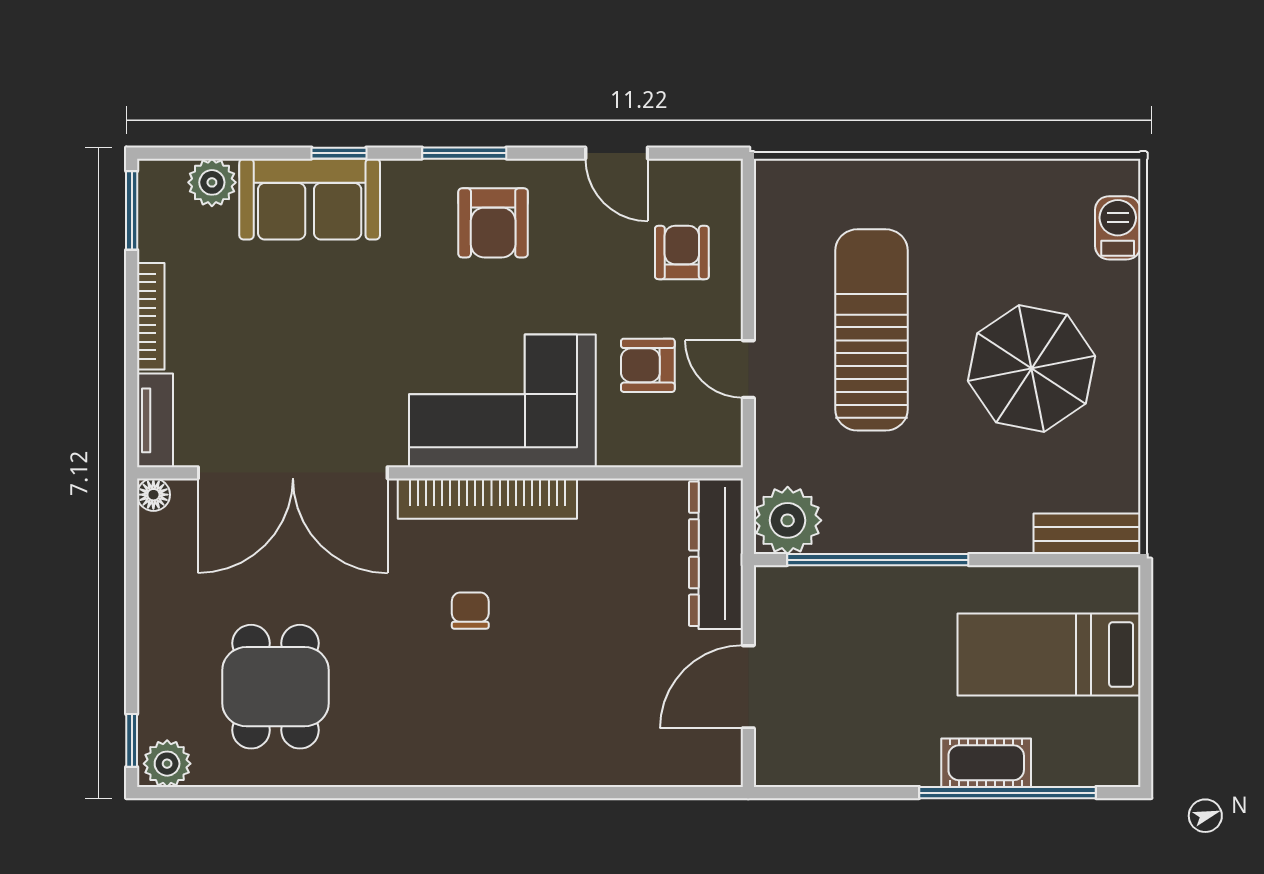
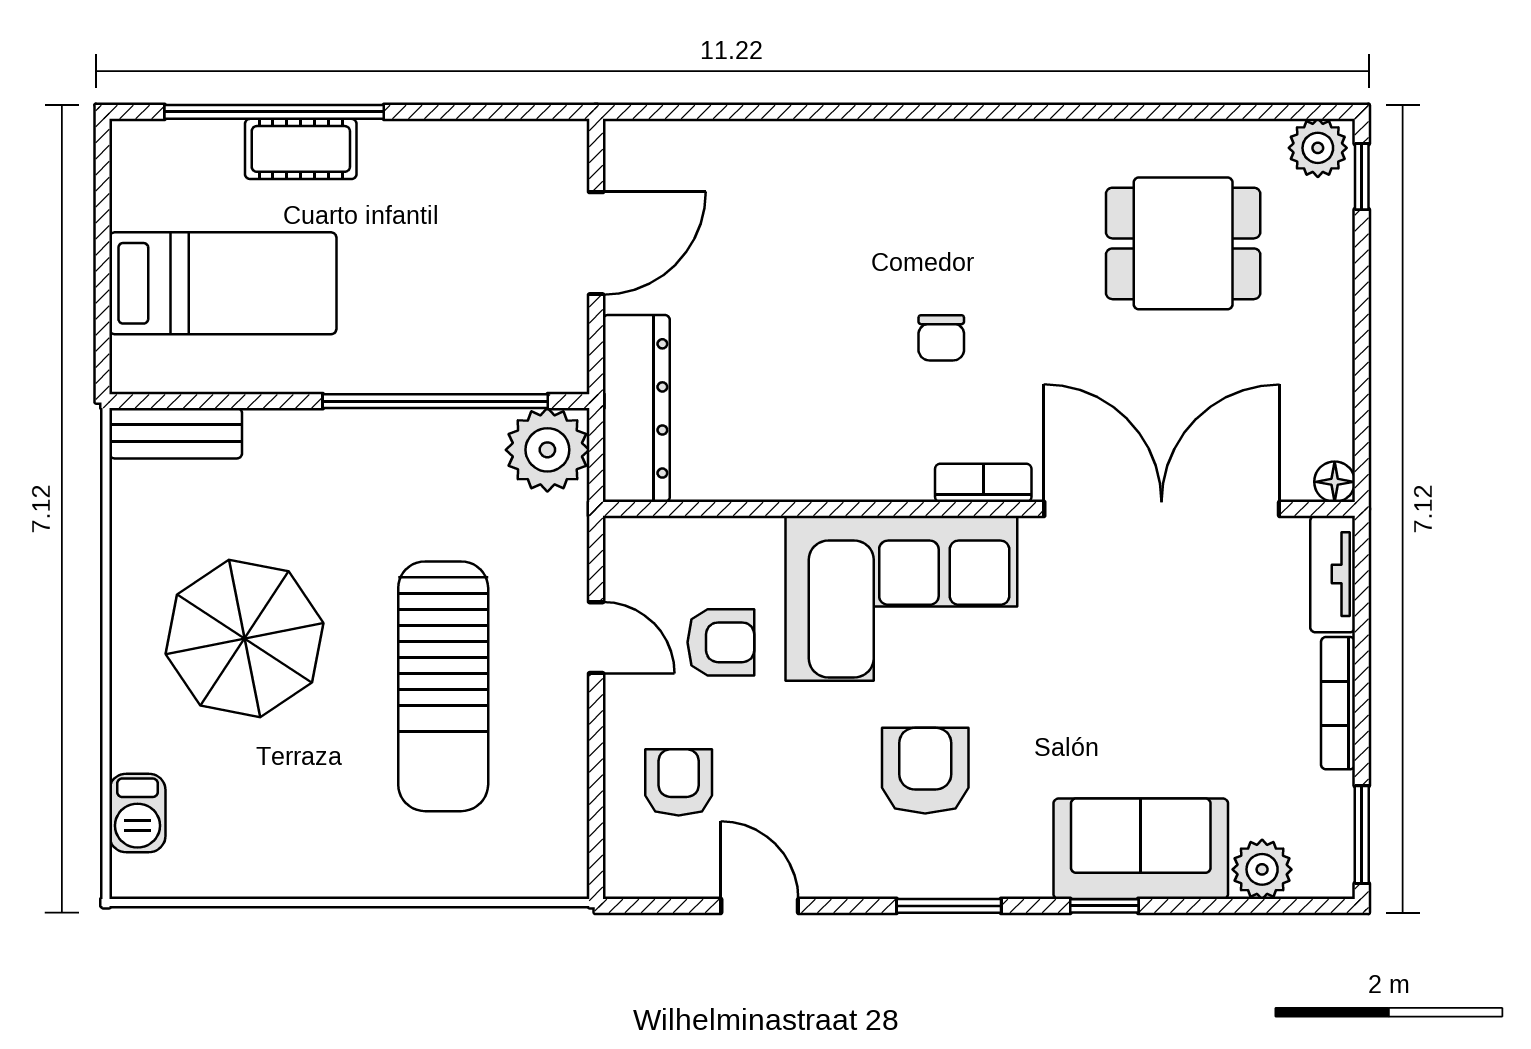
armchair: (493, 223) -> (925, 771), moved
armchair: (682, 252) -> (679, 782), turned 180
bookcase: (487, 499) -> (983, 483), width x0.43, depth x0.76
dining table: (275, 687) -> (1183, 243), turned 90

